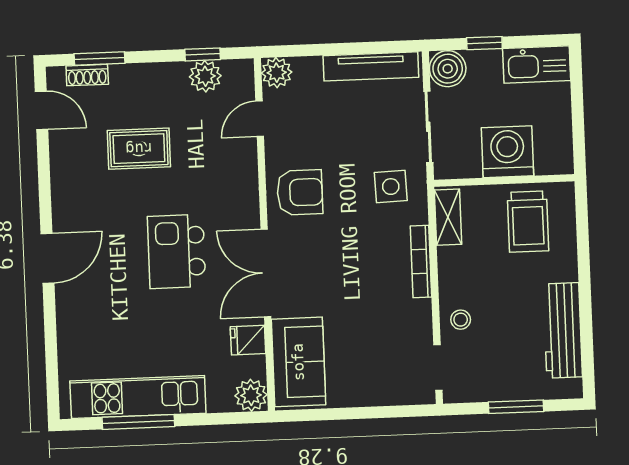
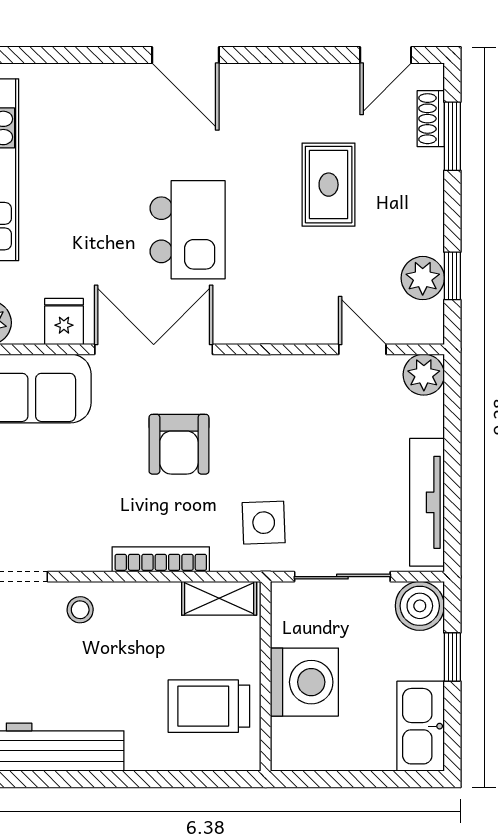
armchair: (300, 192) -> (179, 444), moved
kitchen island: (177, 251) -> (188, 230), turned 90

